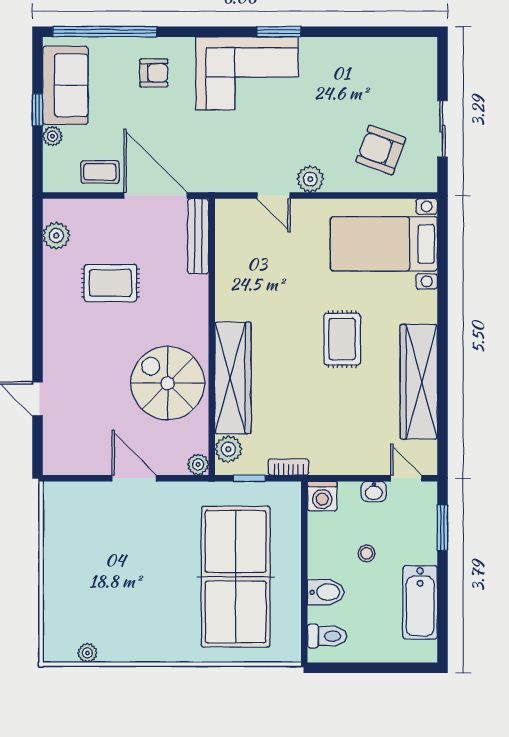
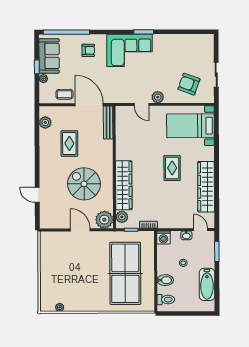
rug: (110, 283) -> (69, 143), turned 90
spiral stairs: (168, 383) -> (84, 184), moved
plant: (198, 465) -> (104, 220), width x1.87, depth x1.87

